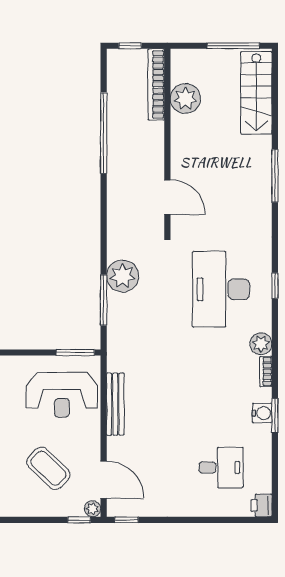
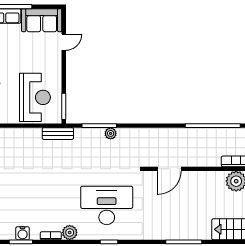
plant: (123, 276) -> (111, 133), width x0.53, depth x0.53
reception desk: (62, 395) -> (35, 97), turned 180
bench: (115, 404) -> (58, 134), moved, width x0.73

